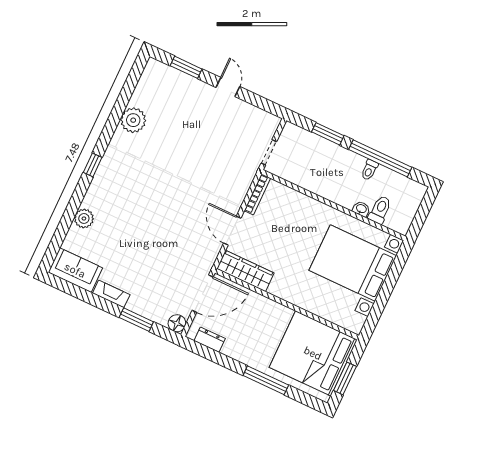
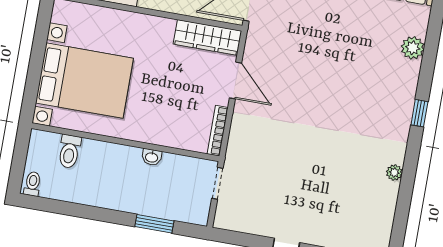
plant: (133, 120) -> (394, 173), width x0.53, depth x0.53
window: (380, 158) -> (85, 212), removed
toilet: (369, 170) -> (32, 184), moved
washbasin: (361, 209) -> (152, 157), moved

